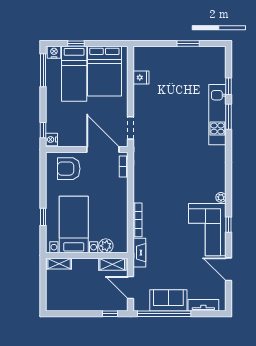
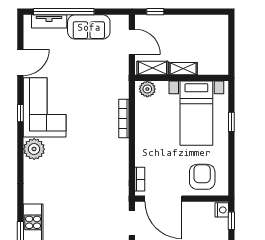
armchair: (69, 169) -> (202, 177), turned -90
plant: (221, 197) -> (34, 149), width x1.88, depth x1.88
plant: (106, 246) -> (147, 89), moved
fireplace: (139, 253) -> (122, 81), removed
shelving: (59, 264) -> (183, 69), moved
door: (229, 269) -> (20, 62), hinge flipped
window: (164, 314) -> (64, 12), moved

